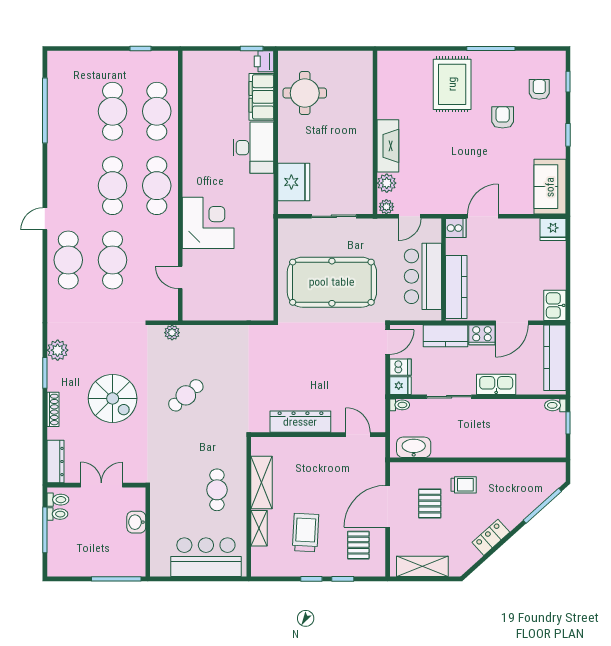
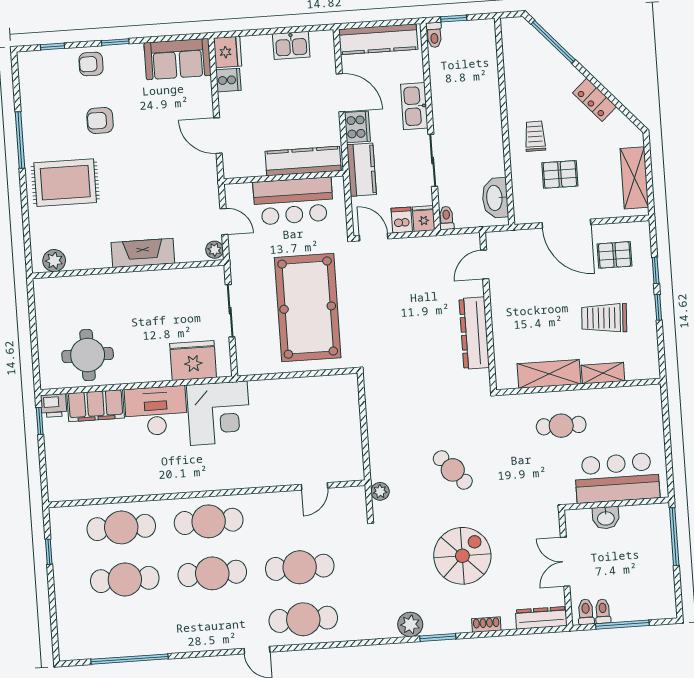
armchair: (539, 89) -> (91, 64), moved
plant: (387, 183) -> (54, 261), moved
corner desk: (208, 223) -> (219, 413), moved, turned 180
cooker: (456, 228) -> (228, 80), moved, turned 90
kitchen sink: (555, 305) -> (291, 45), moved
shoe rack: (53, 409) -> (486, 625), width x0.70
bar counter: (206, 557) -> (617, 478), moved, turned 90

